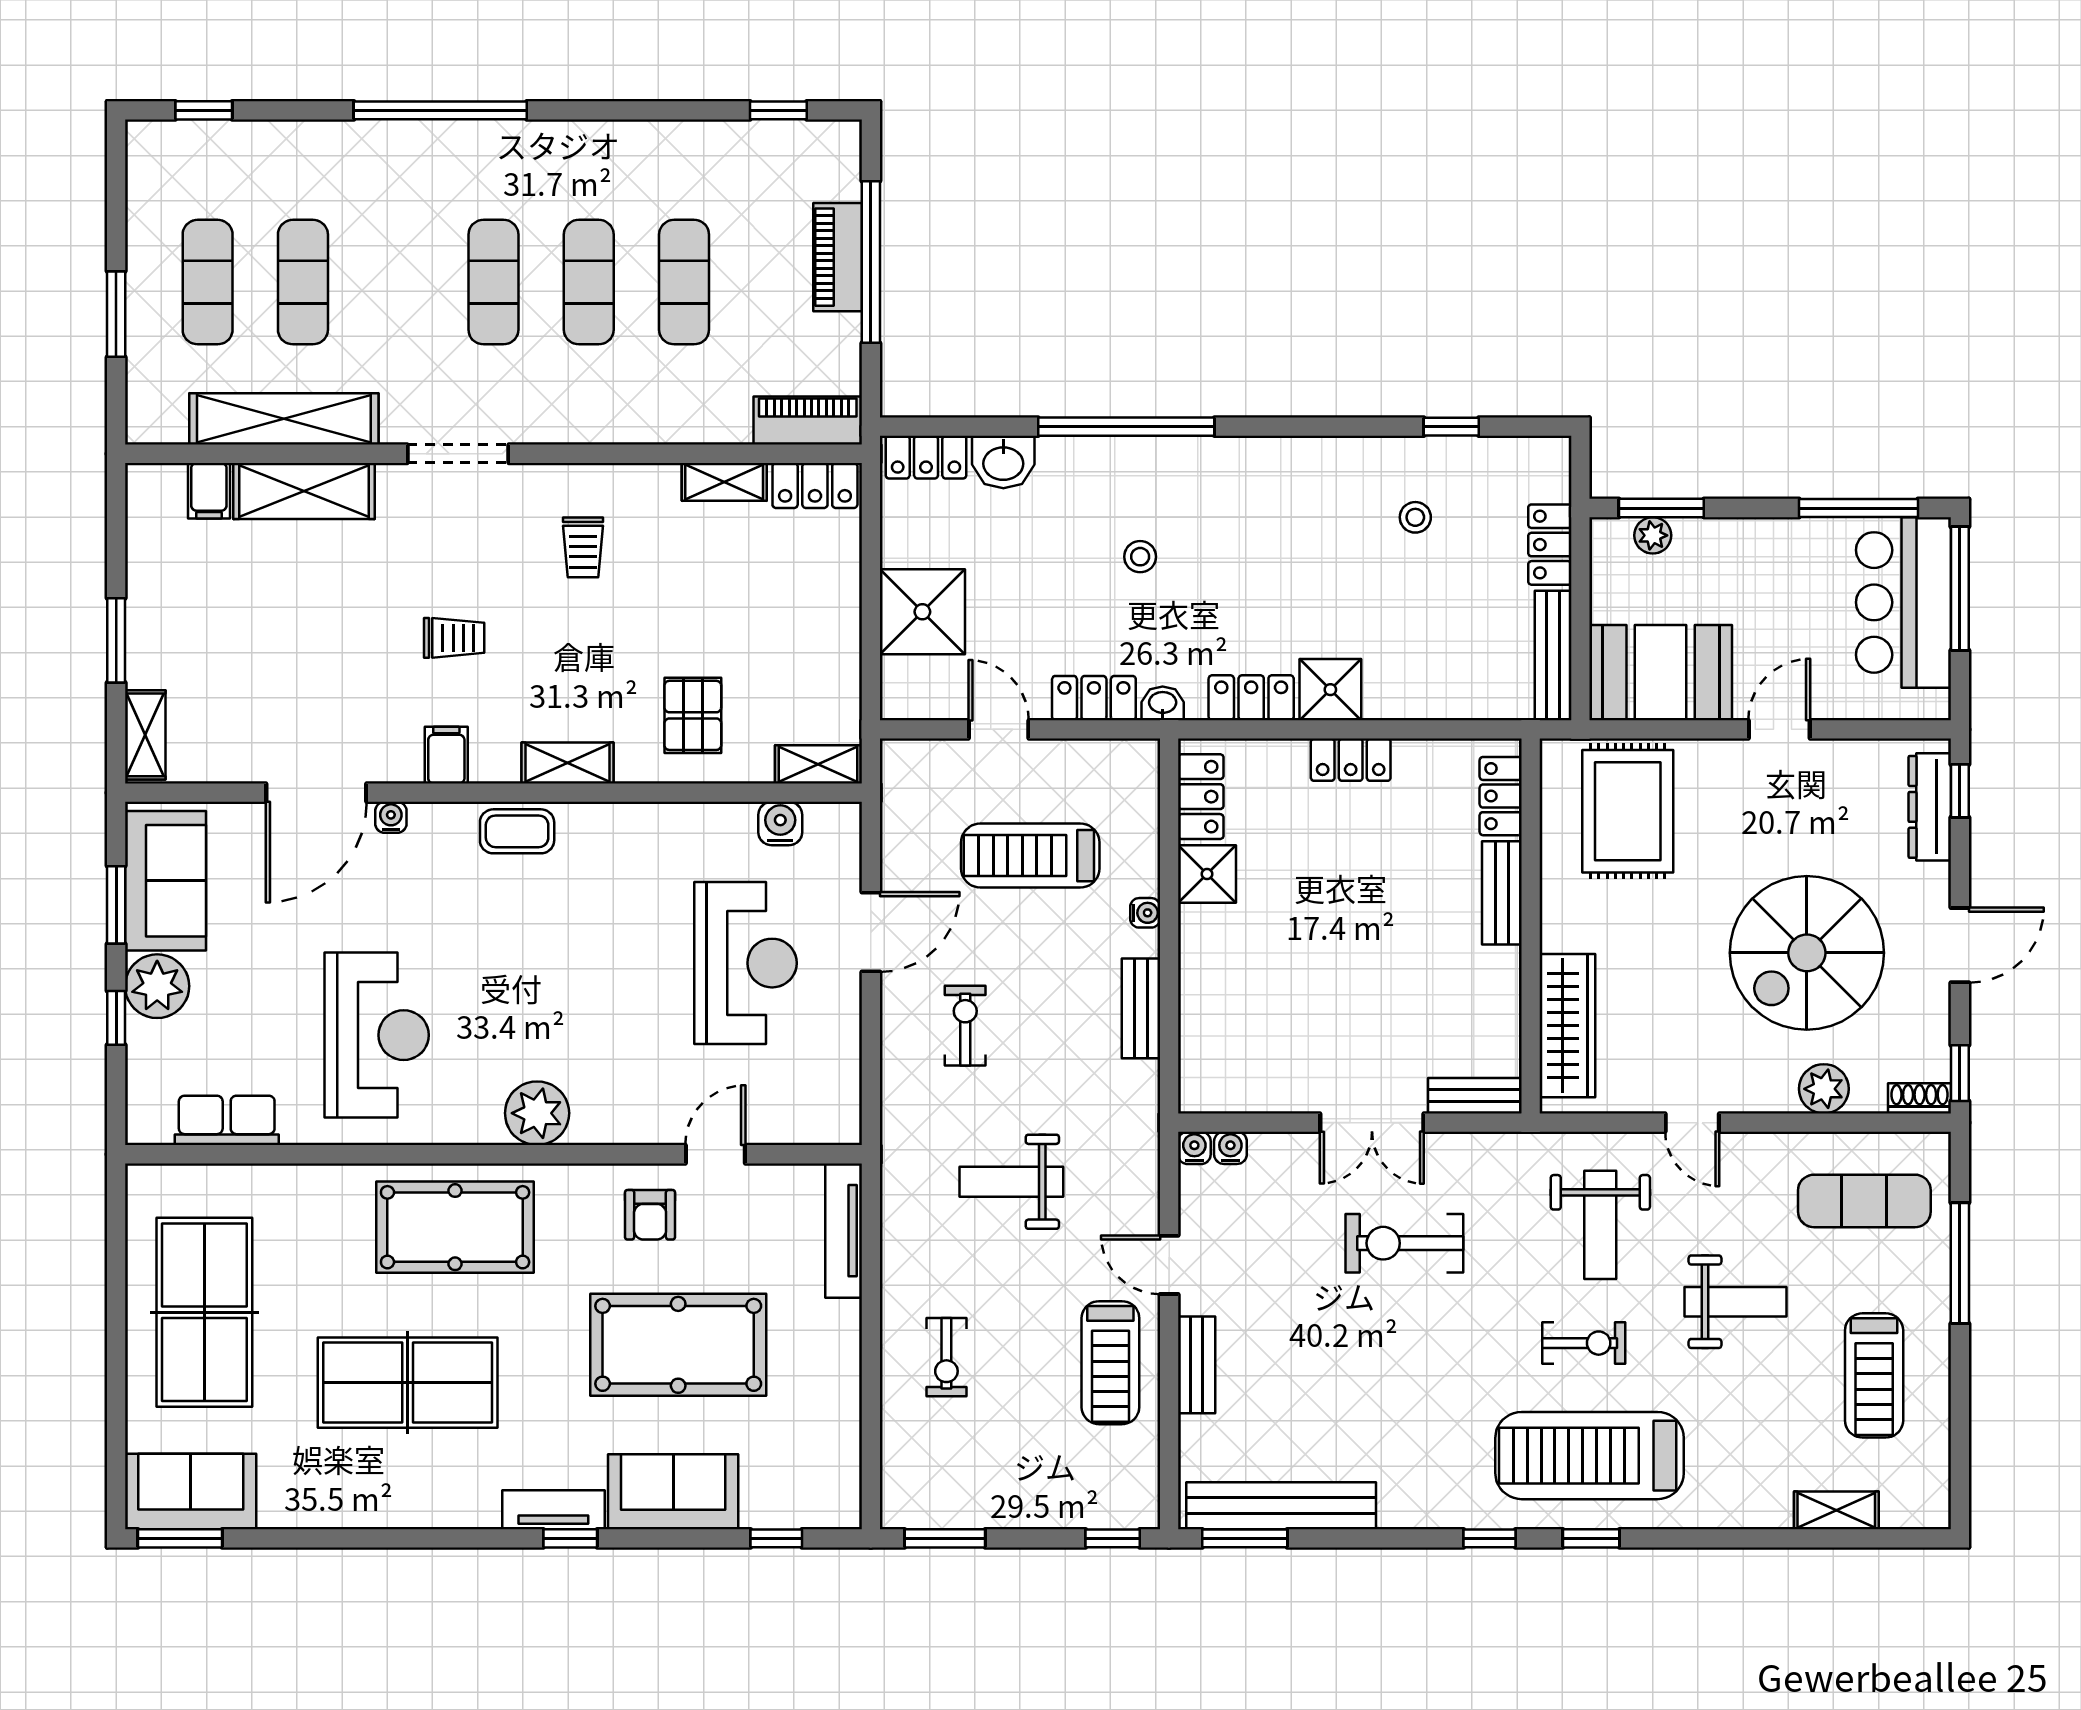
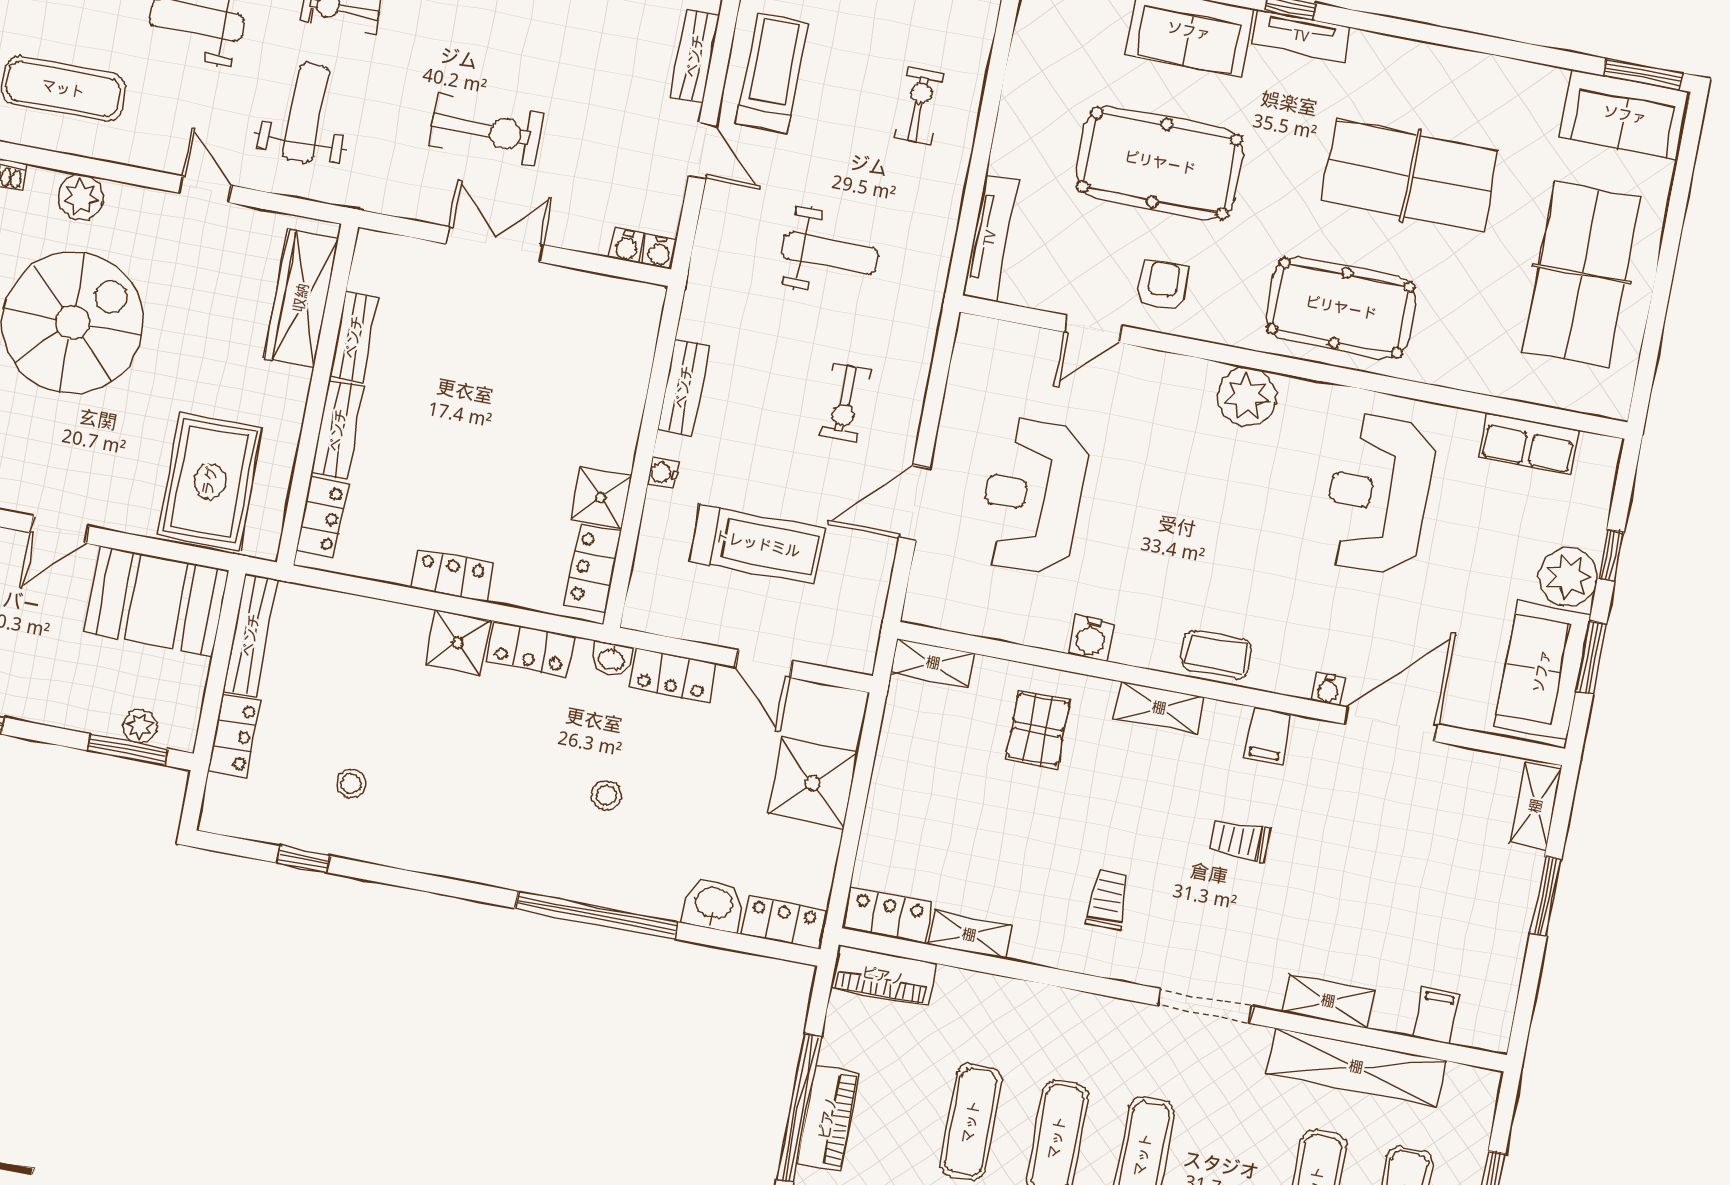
shelving: (304, 491) -> (1328, 1001), width x0.67, depth x0.75
water cooler: (780, 824) -> (1091, 638), moved
bench: (1475, 1096) -> (354, 337), moved, turned 90

